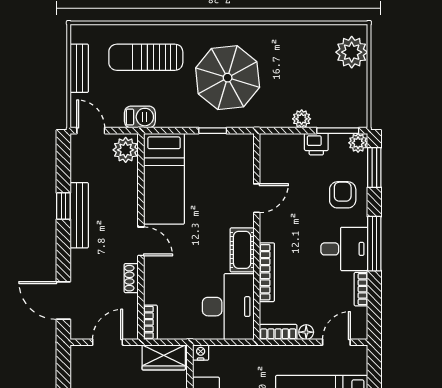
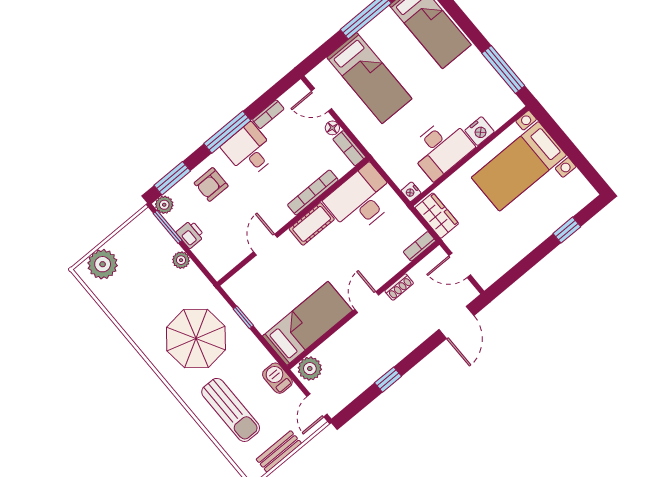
door: (257, 198) -> (265, 245), hinge flipped
bench: (79, 215) -> (385, 363), removed

